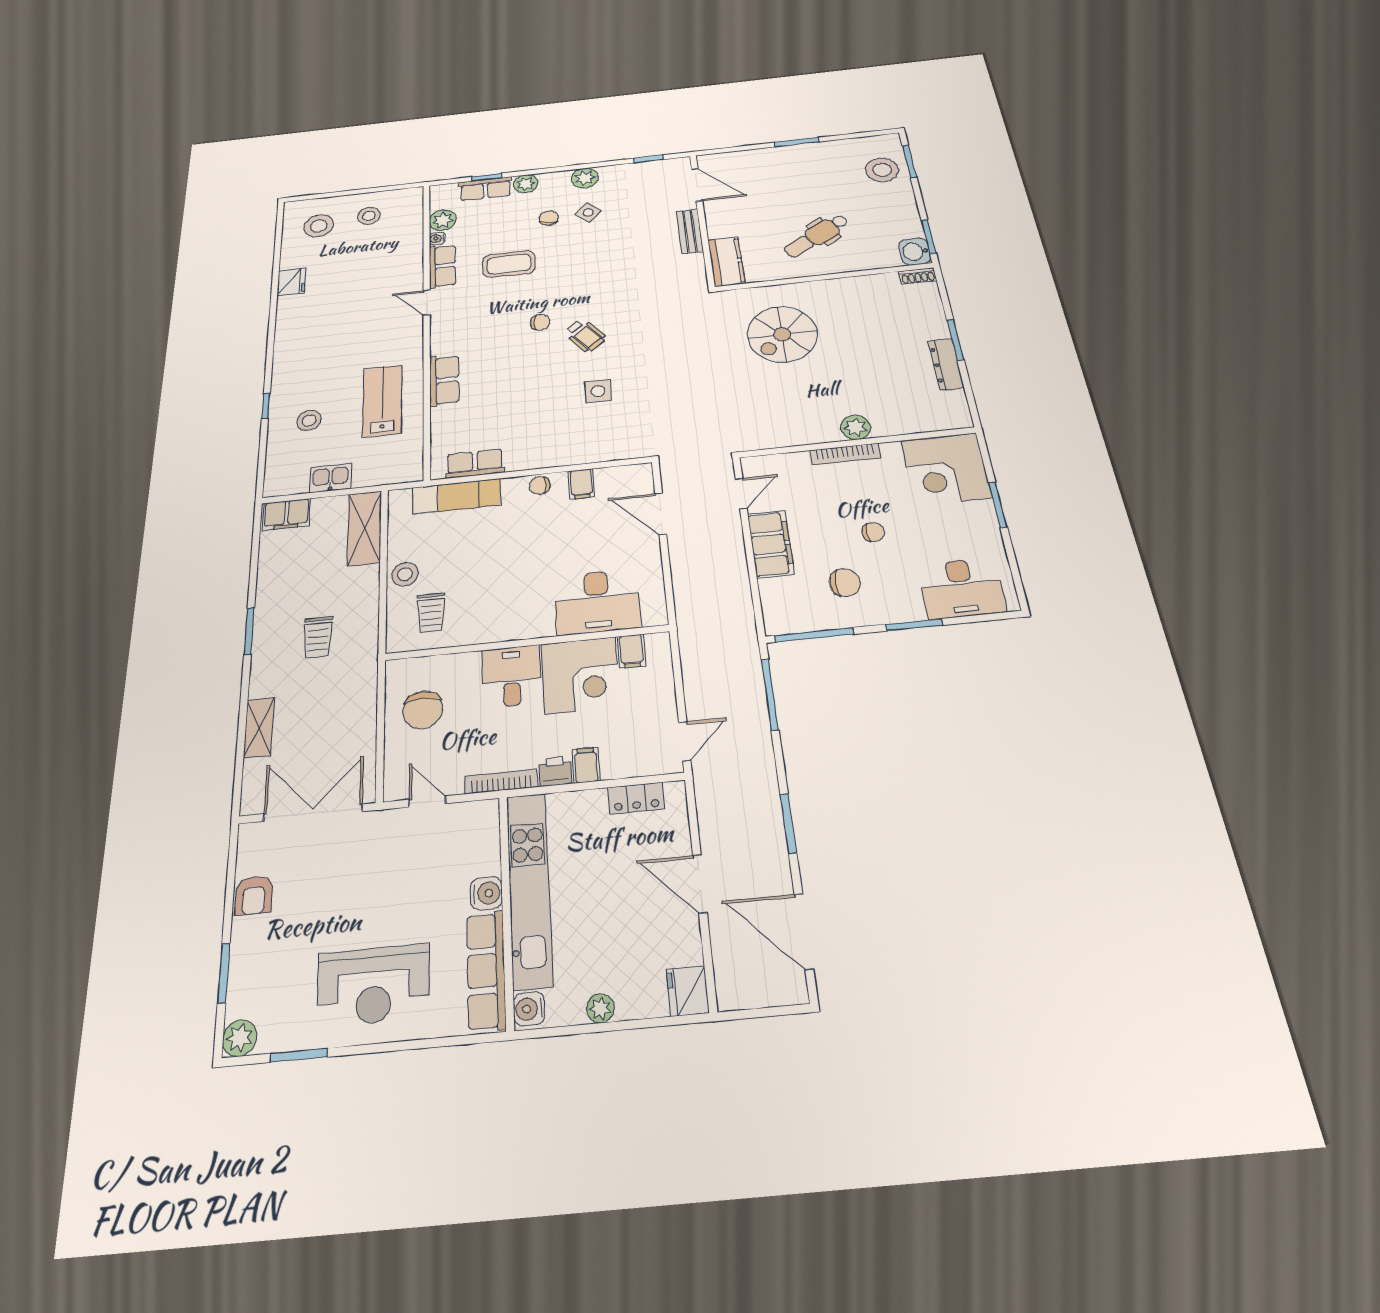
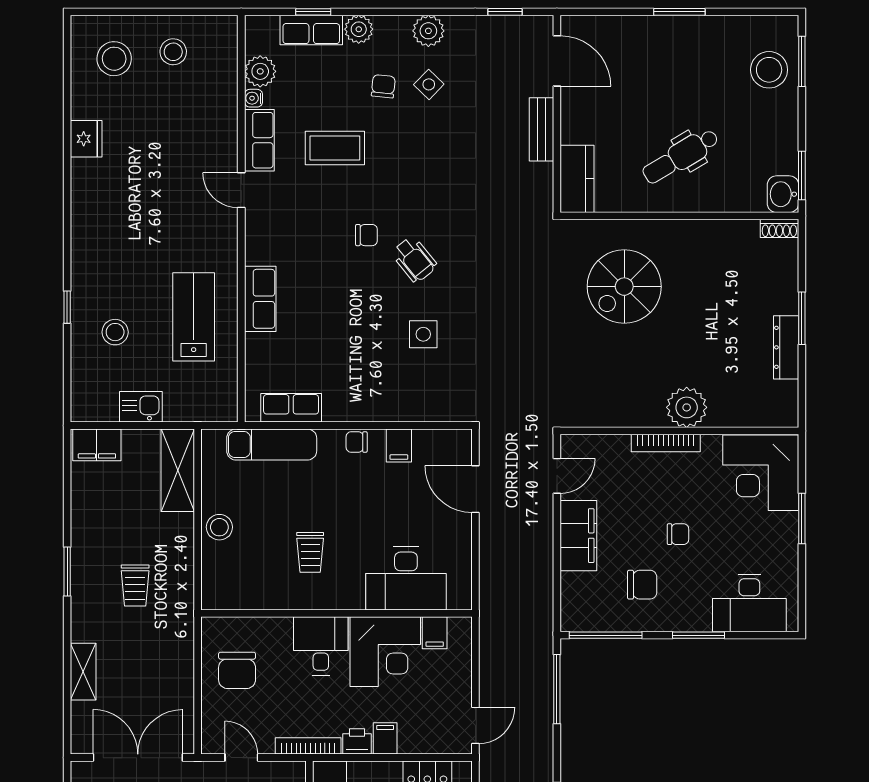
plant: (856, 427) -> (687, 407), width x1.36, depth x1.36
trolley: (431, 613) -> (310, 552), moved

